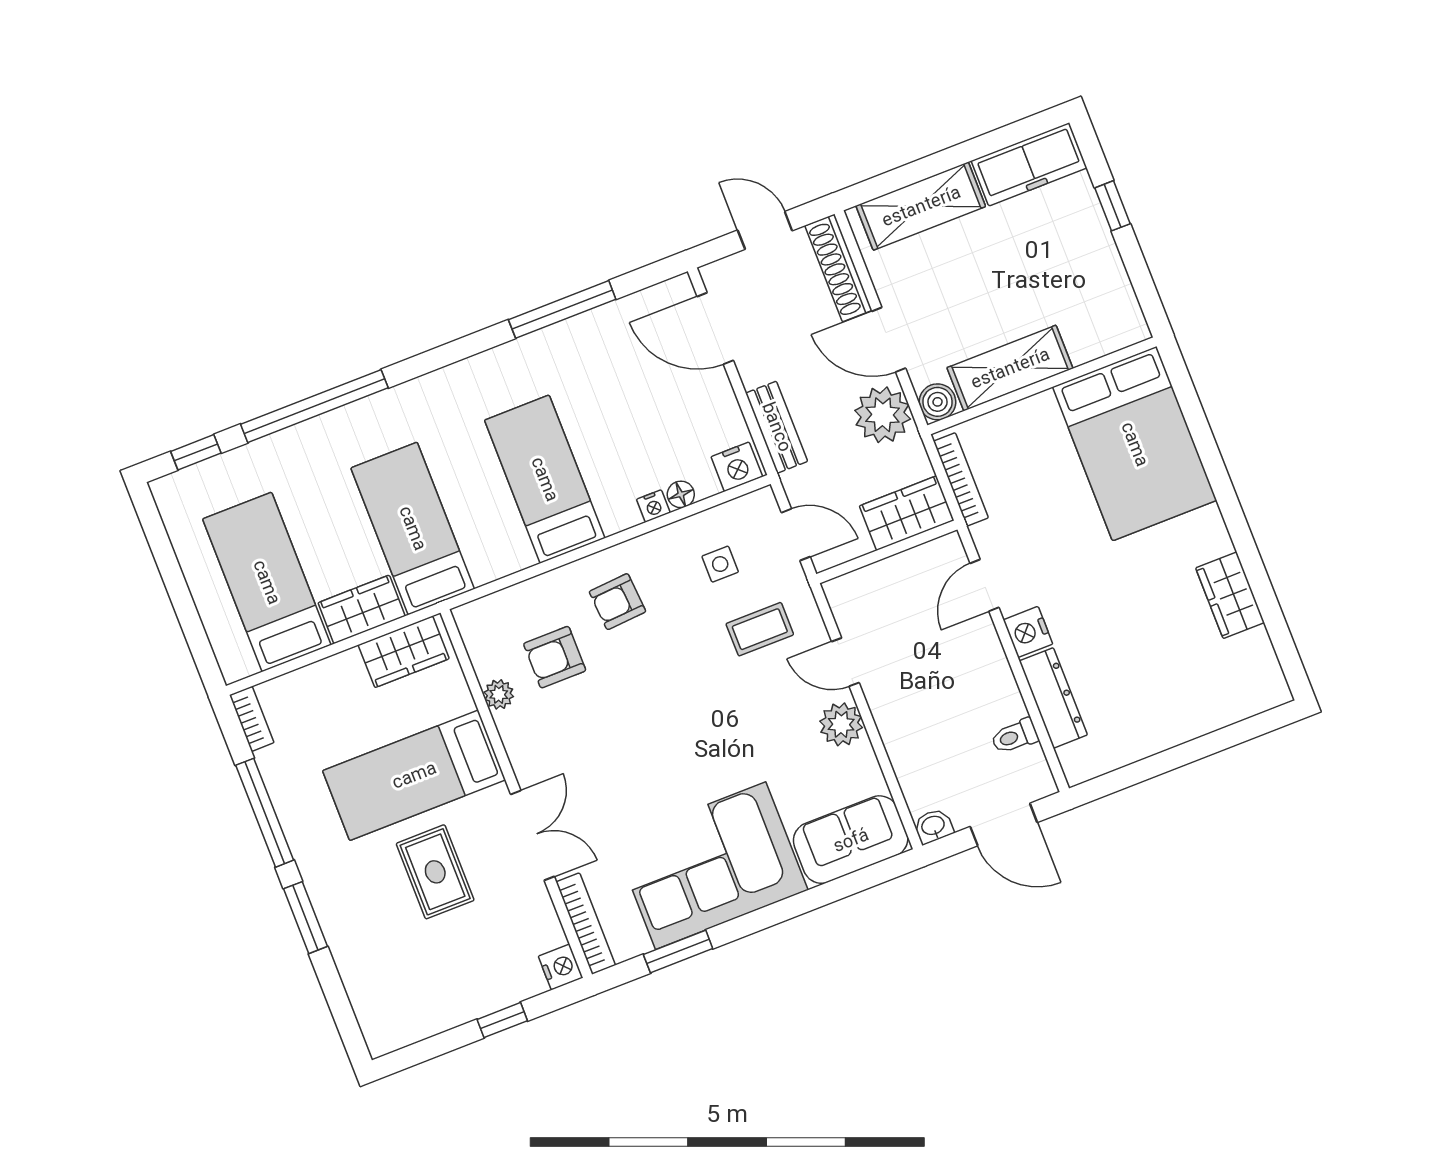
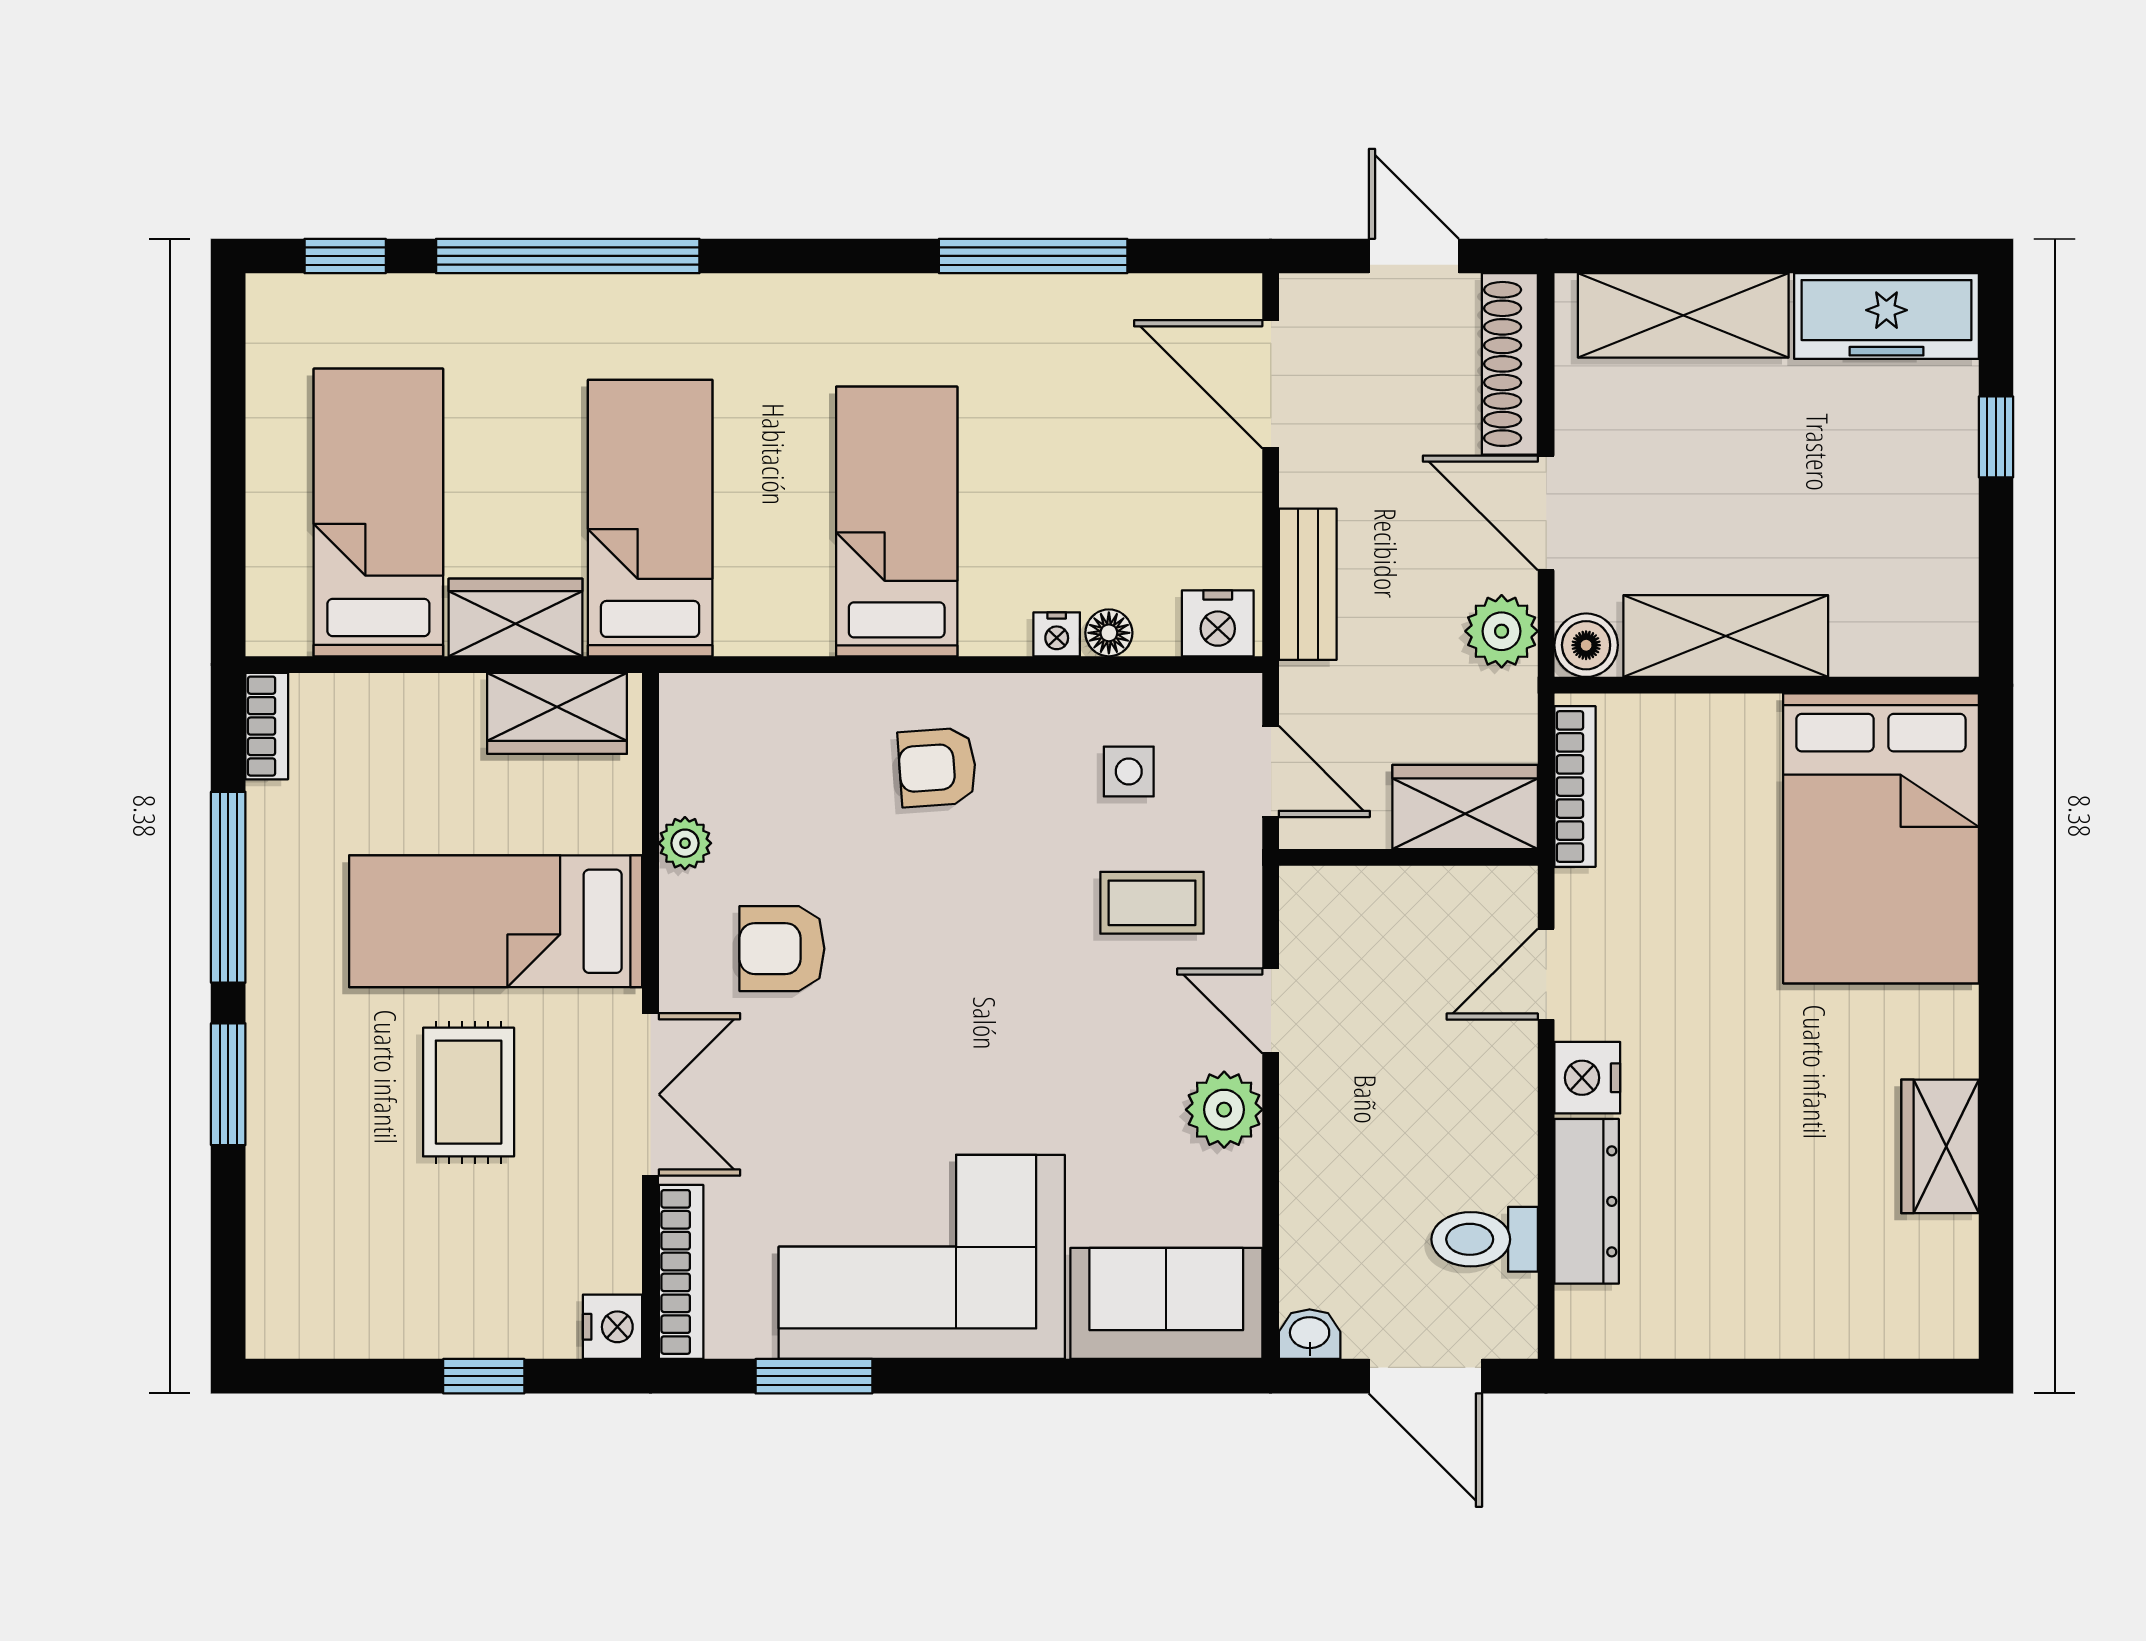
plant: (883, 415) -> (1502, 631), width x0.73, depth x0.73
armchair: (555, 657) -> (782, 949), moved
toilet: (1015, 736) -> (1485, 1239), width x1.37, depth x1.39

